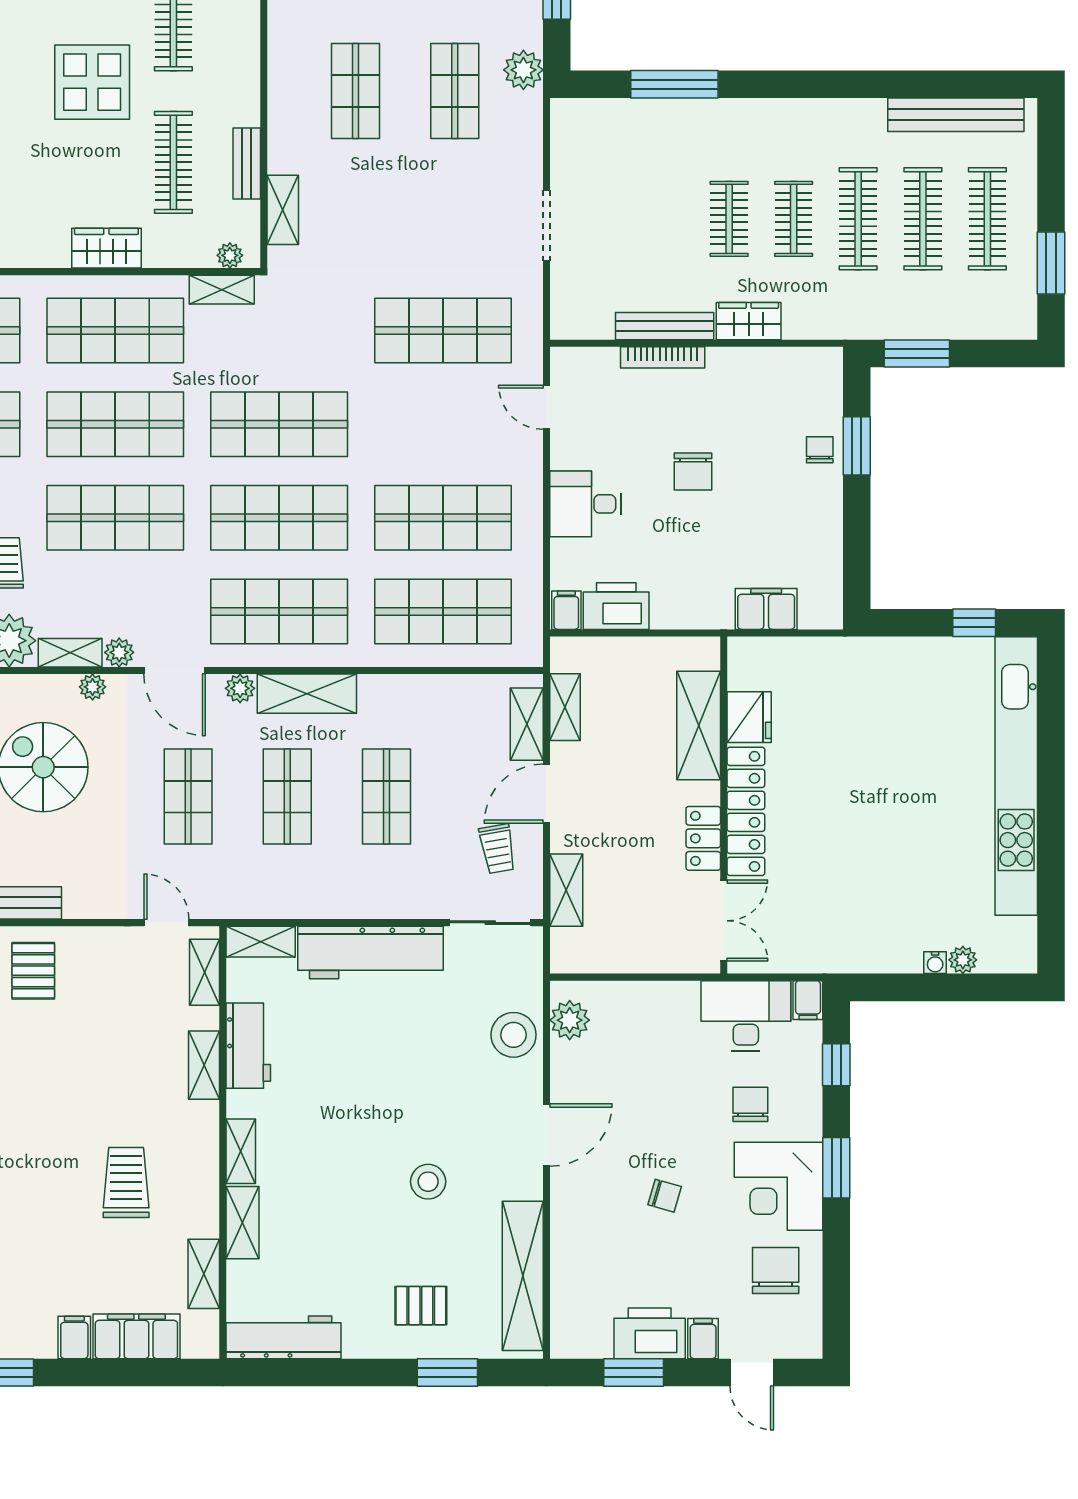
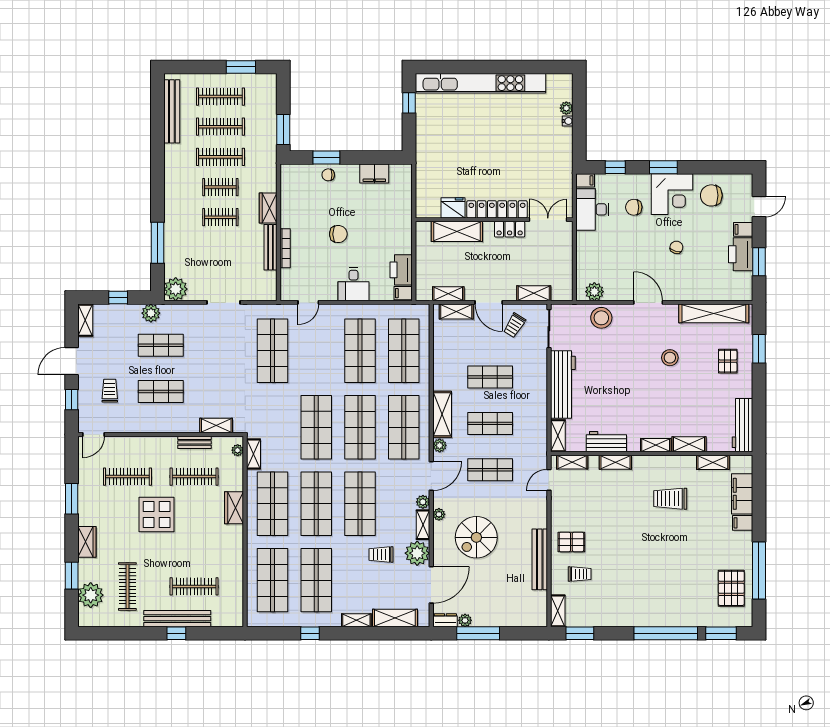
plant: (575, 123) -> (176, 289), added
filing cabinet: (766, 609) -> (374, 174), moved, turned -90
trolley: (497, 849) -> (514, 325), turned 132

